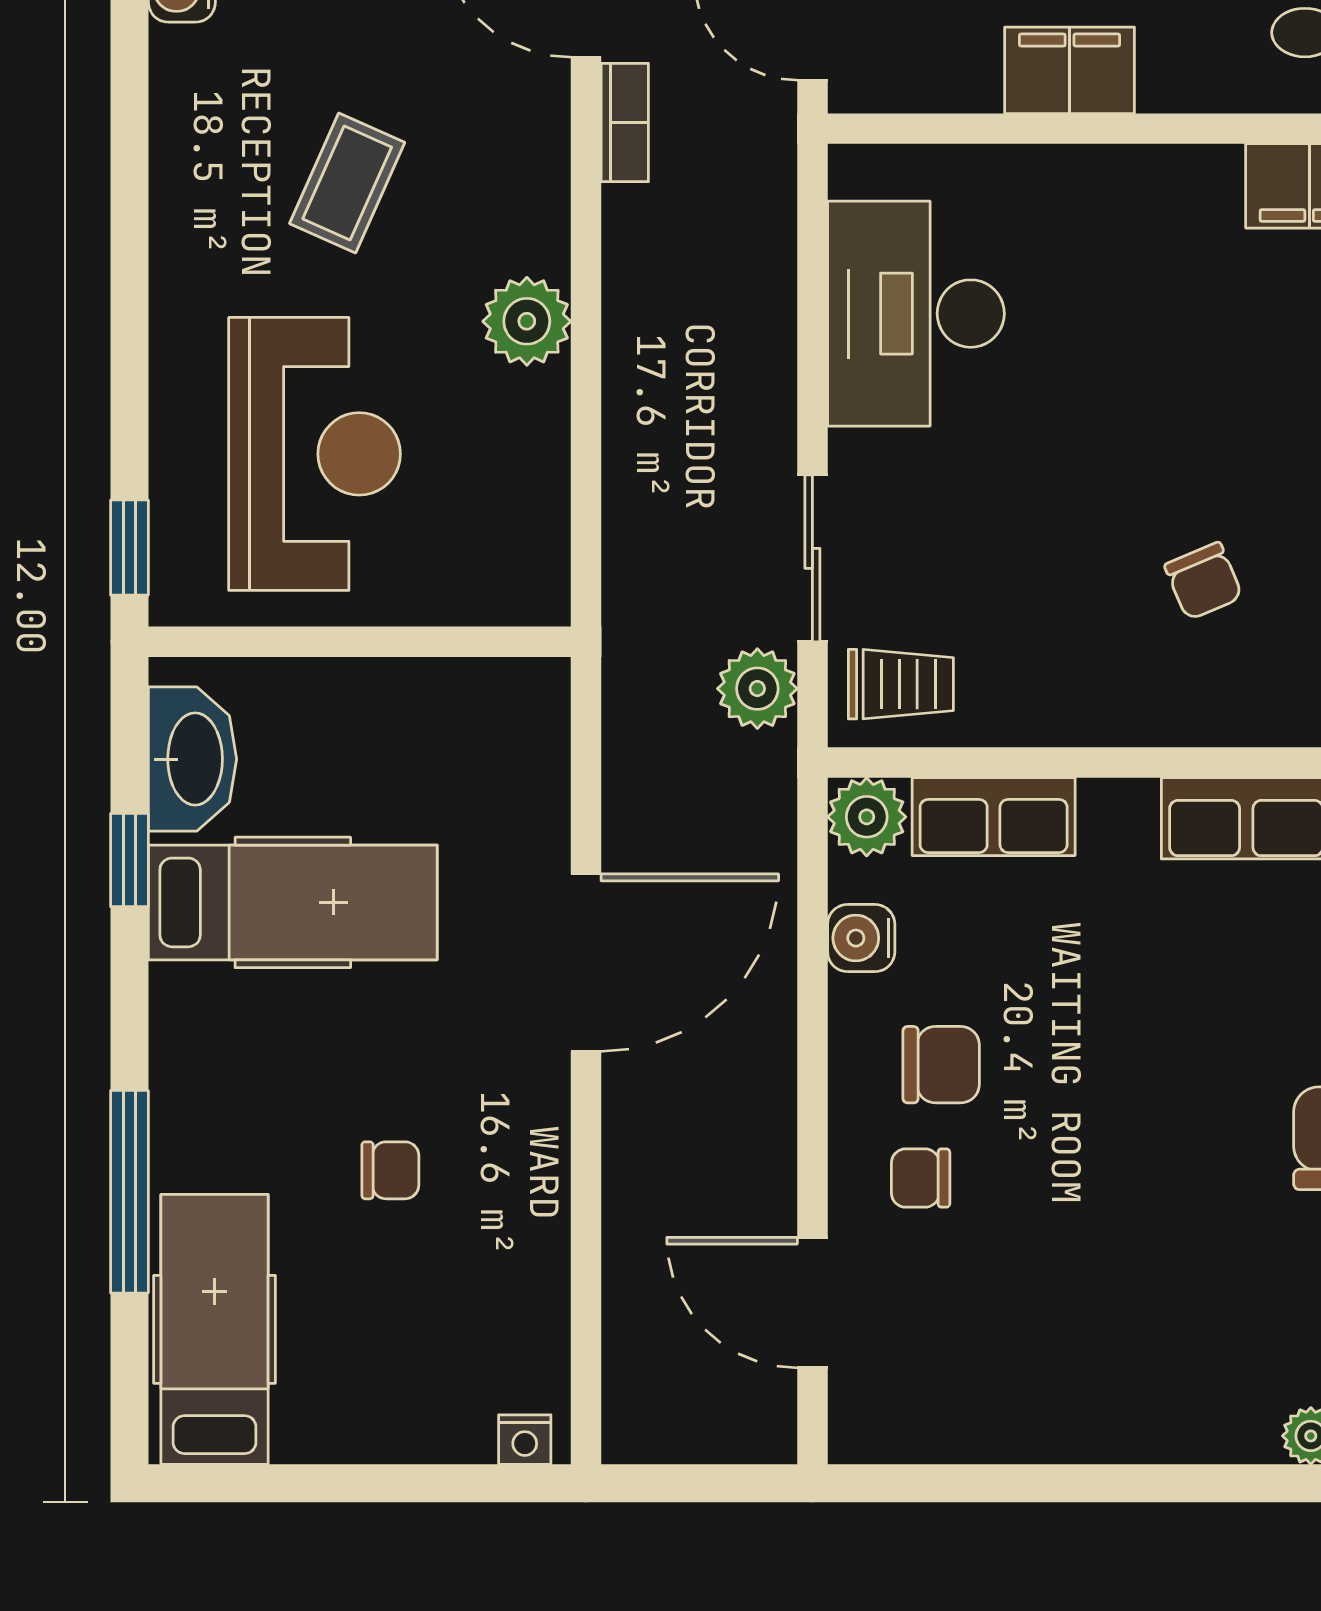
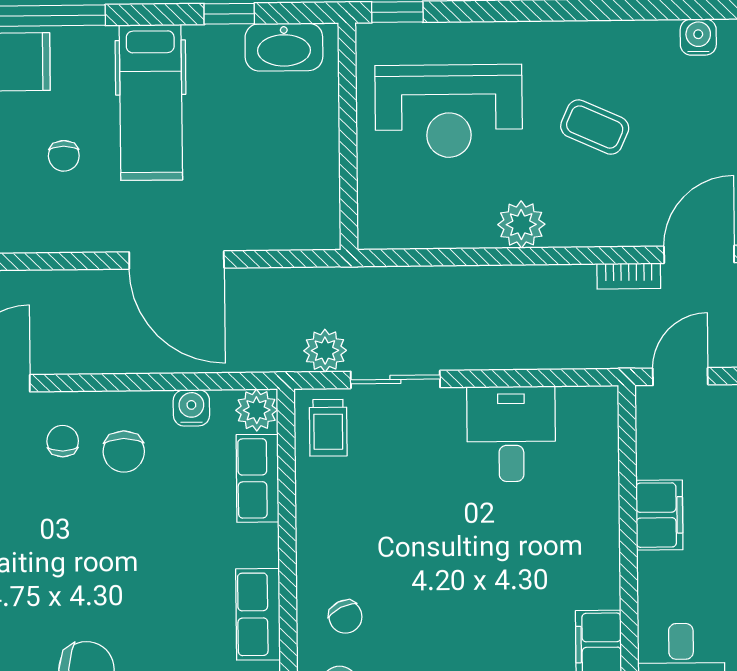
desk: (916, 314) -> (511, 434), width x0.73
chair: (1204, 581) -> (345, 617), moved, turned -93
hospital bed: (293, 902) -> (151, 102), moved

